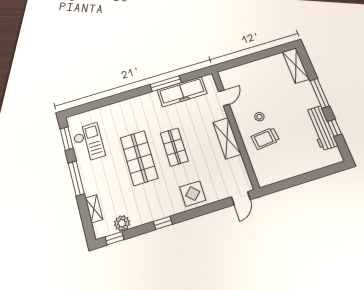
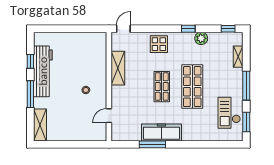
freezer: (182, 92) -> (161, 133), moved
workbench: (321, 128) -> (43, 71), width x1.36, depth x1.32
shelving: (227, 138) -> (118, 68), moved
trolley: (265, 138) -> (88, 70), removed
plant: (122, 223) -> (201, 38), moved

